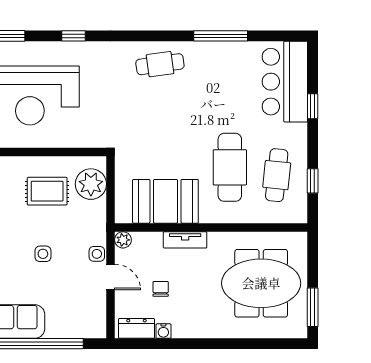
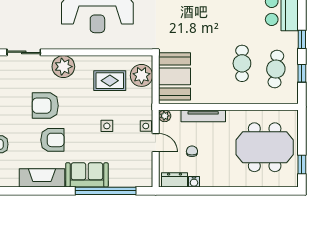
window: (313, 106) -> (302, 39), moved
cafe table: (230, 167) -> (242, 63), width x0.73, depth x0.74
booth: (165, 201) -> (175, 76), moved, turned 90
tv unit: (185, 240) -> (203, 116), width x1.41
window: (313, 307) -> (302, 165), width x0.67

